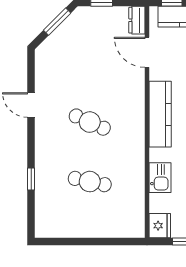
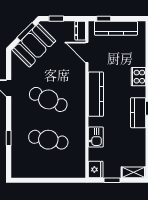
booth: (68, 42) -> (34, 45), added
cafe table: (90, 122) -> (48, 99), width x1.37, depth x1.35
cafe table: (90, 182) -> (48, 140), width x1.37, depth x1.35

